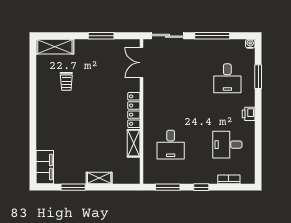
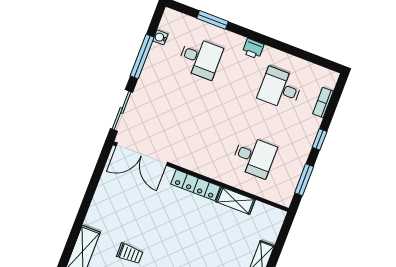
window: (101, 36) -> (91, 191), removed
water cooler: (250, 44) -> (160, 37), moved
double door: (142, 63) -> (142, 154), width x1.37
desk: (227, 145) -> (280, 88), turned 90

